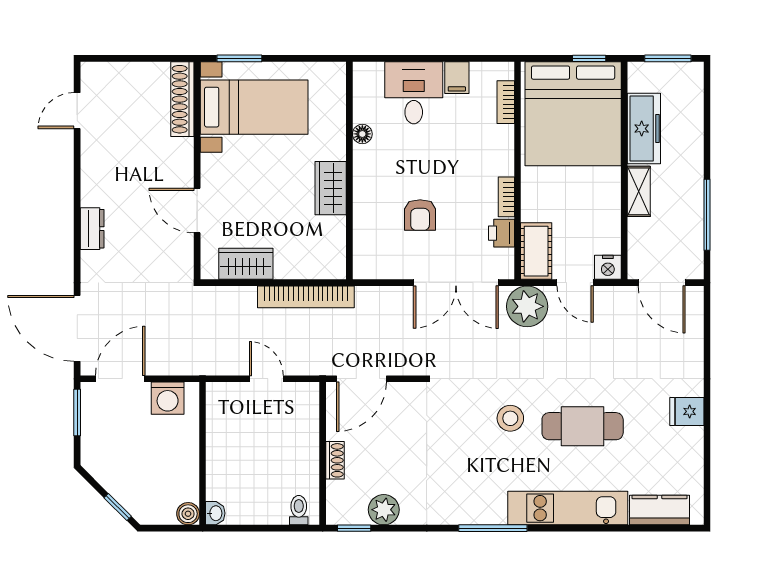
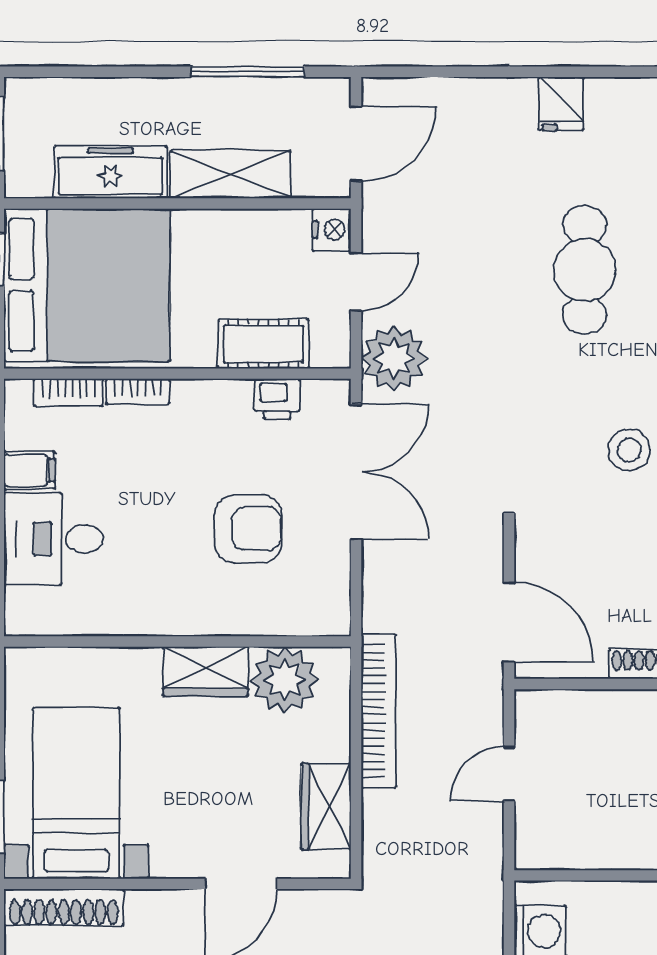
floor lamp: (362, 134) -> (119, 621), removed
shelving: (639, 191) -> (231, 174), width x1.50, depth x1.33
bookcase: (506, 197) -> (138, 391), moved
armchair: (420, 215) -> (248, 529), width x1.38, depth x1.38
plant: (325, 238) -> (285, 680), added
cot: (536, 251) -> (263, 344), moved
stool: (510, 418) -> (629, 450), moved

